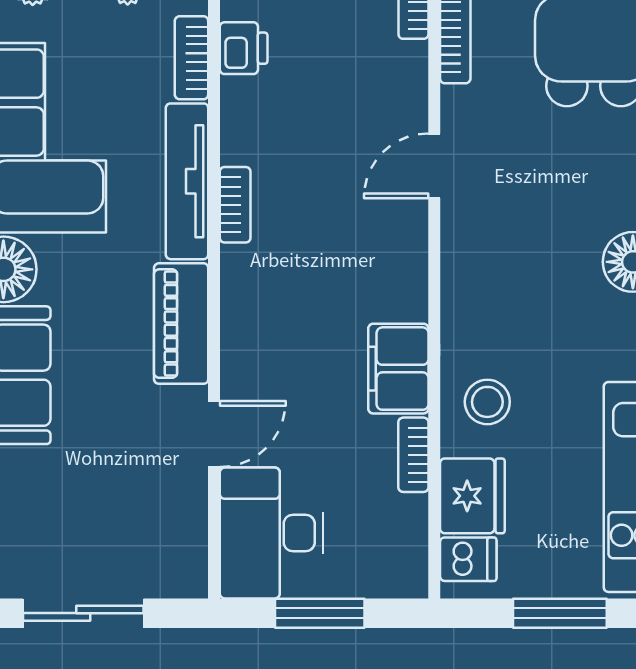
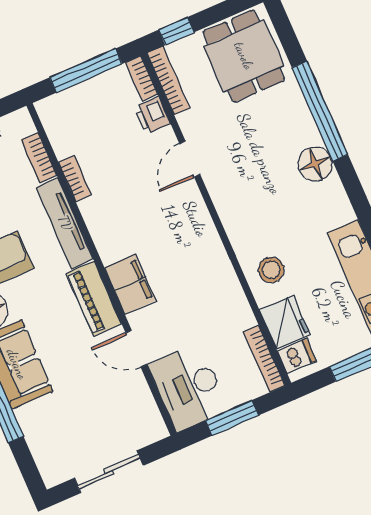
printer: (244, 48) -> (152, 115), moved, turned 180
bookcase: (235, 205) -> (75, 178), moved
filing cabinet: (398, 369) -> (130, 284), moved, turned 180
door: (214, 434) -> (136, 349), swing flipped
bookcase: (413, 455) -> (264, 359), moved, width x1.56

